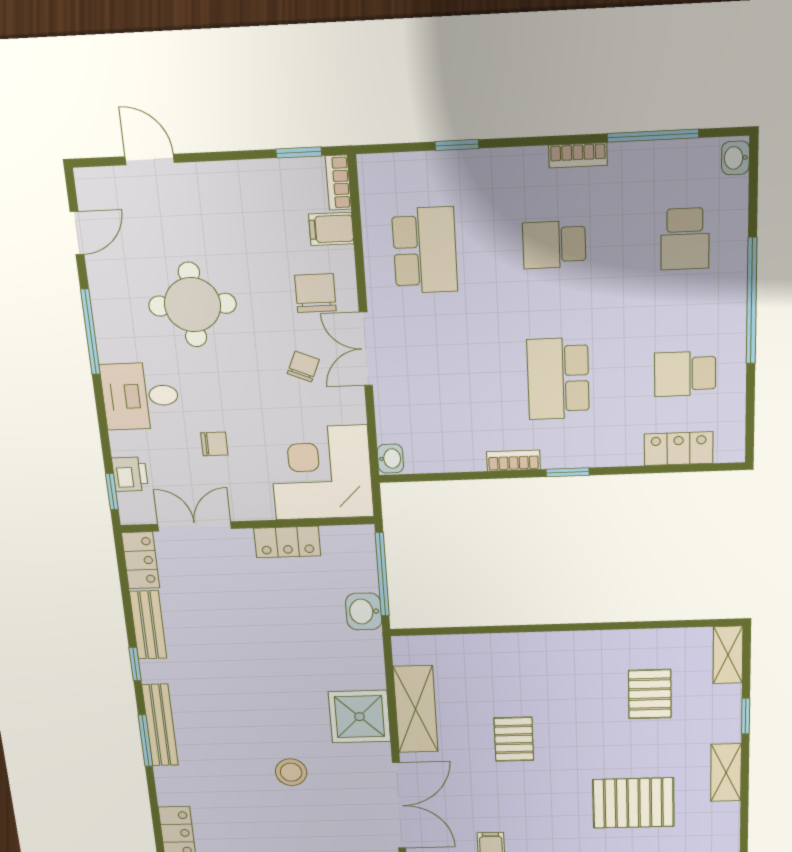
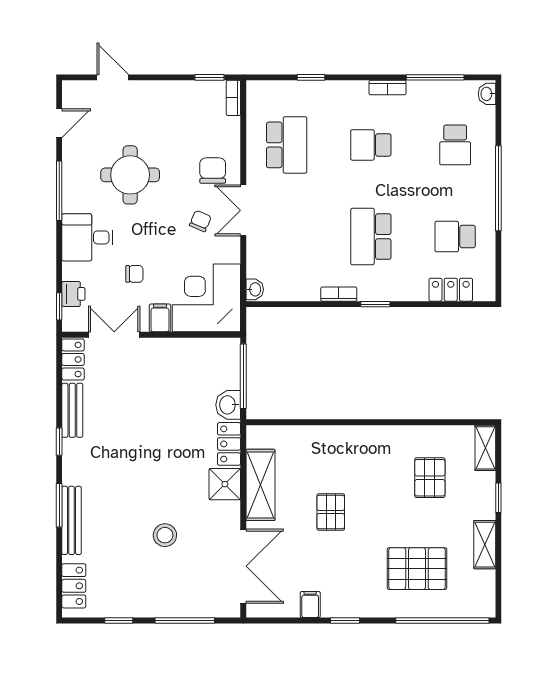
filing cabinet: (331, 229) -> (160, 318), moved, turned 90
locker: (287, 542) -> (229, 444), moved, turned 90
shower: (359, 717) -> (225, 484), width x0.73, depth x0.73
bench: (160, 725) -> (72, 520), moved

